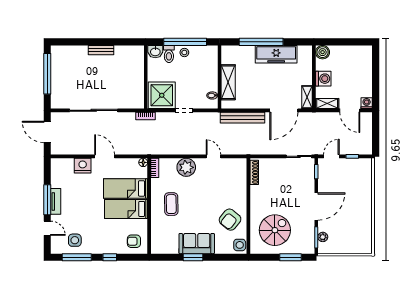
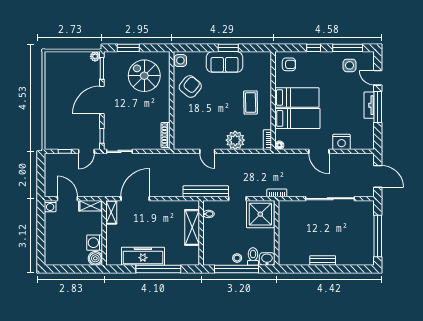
washing machine: (323, 79) -> (95, 243), moved
bench: (243, 118) -> (206, 191), moved
spiral stairs: (275, 230) -> (144, 76), turned 90
plant: (323, 237) -> (95, 56), moved

